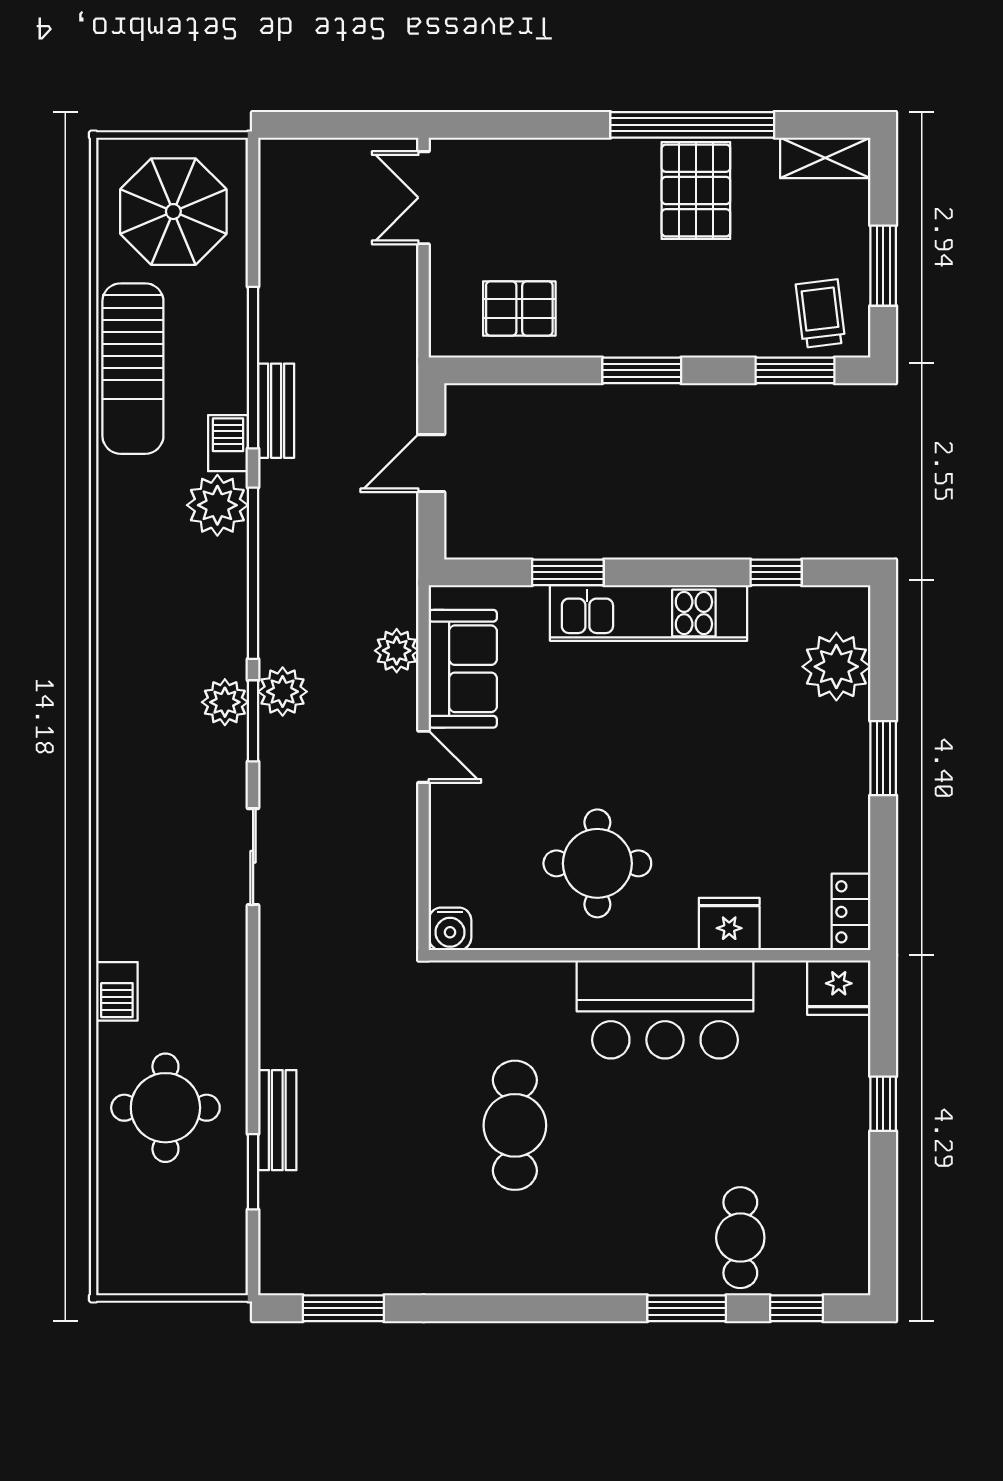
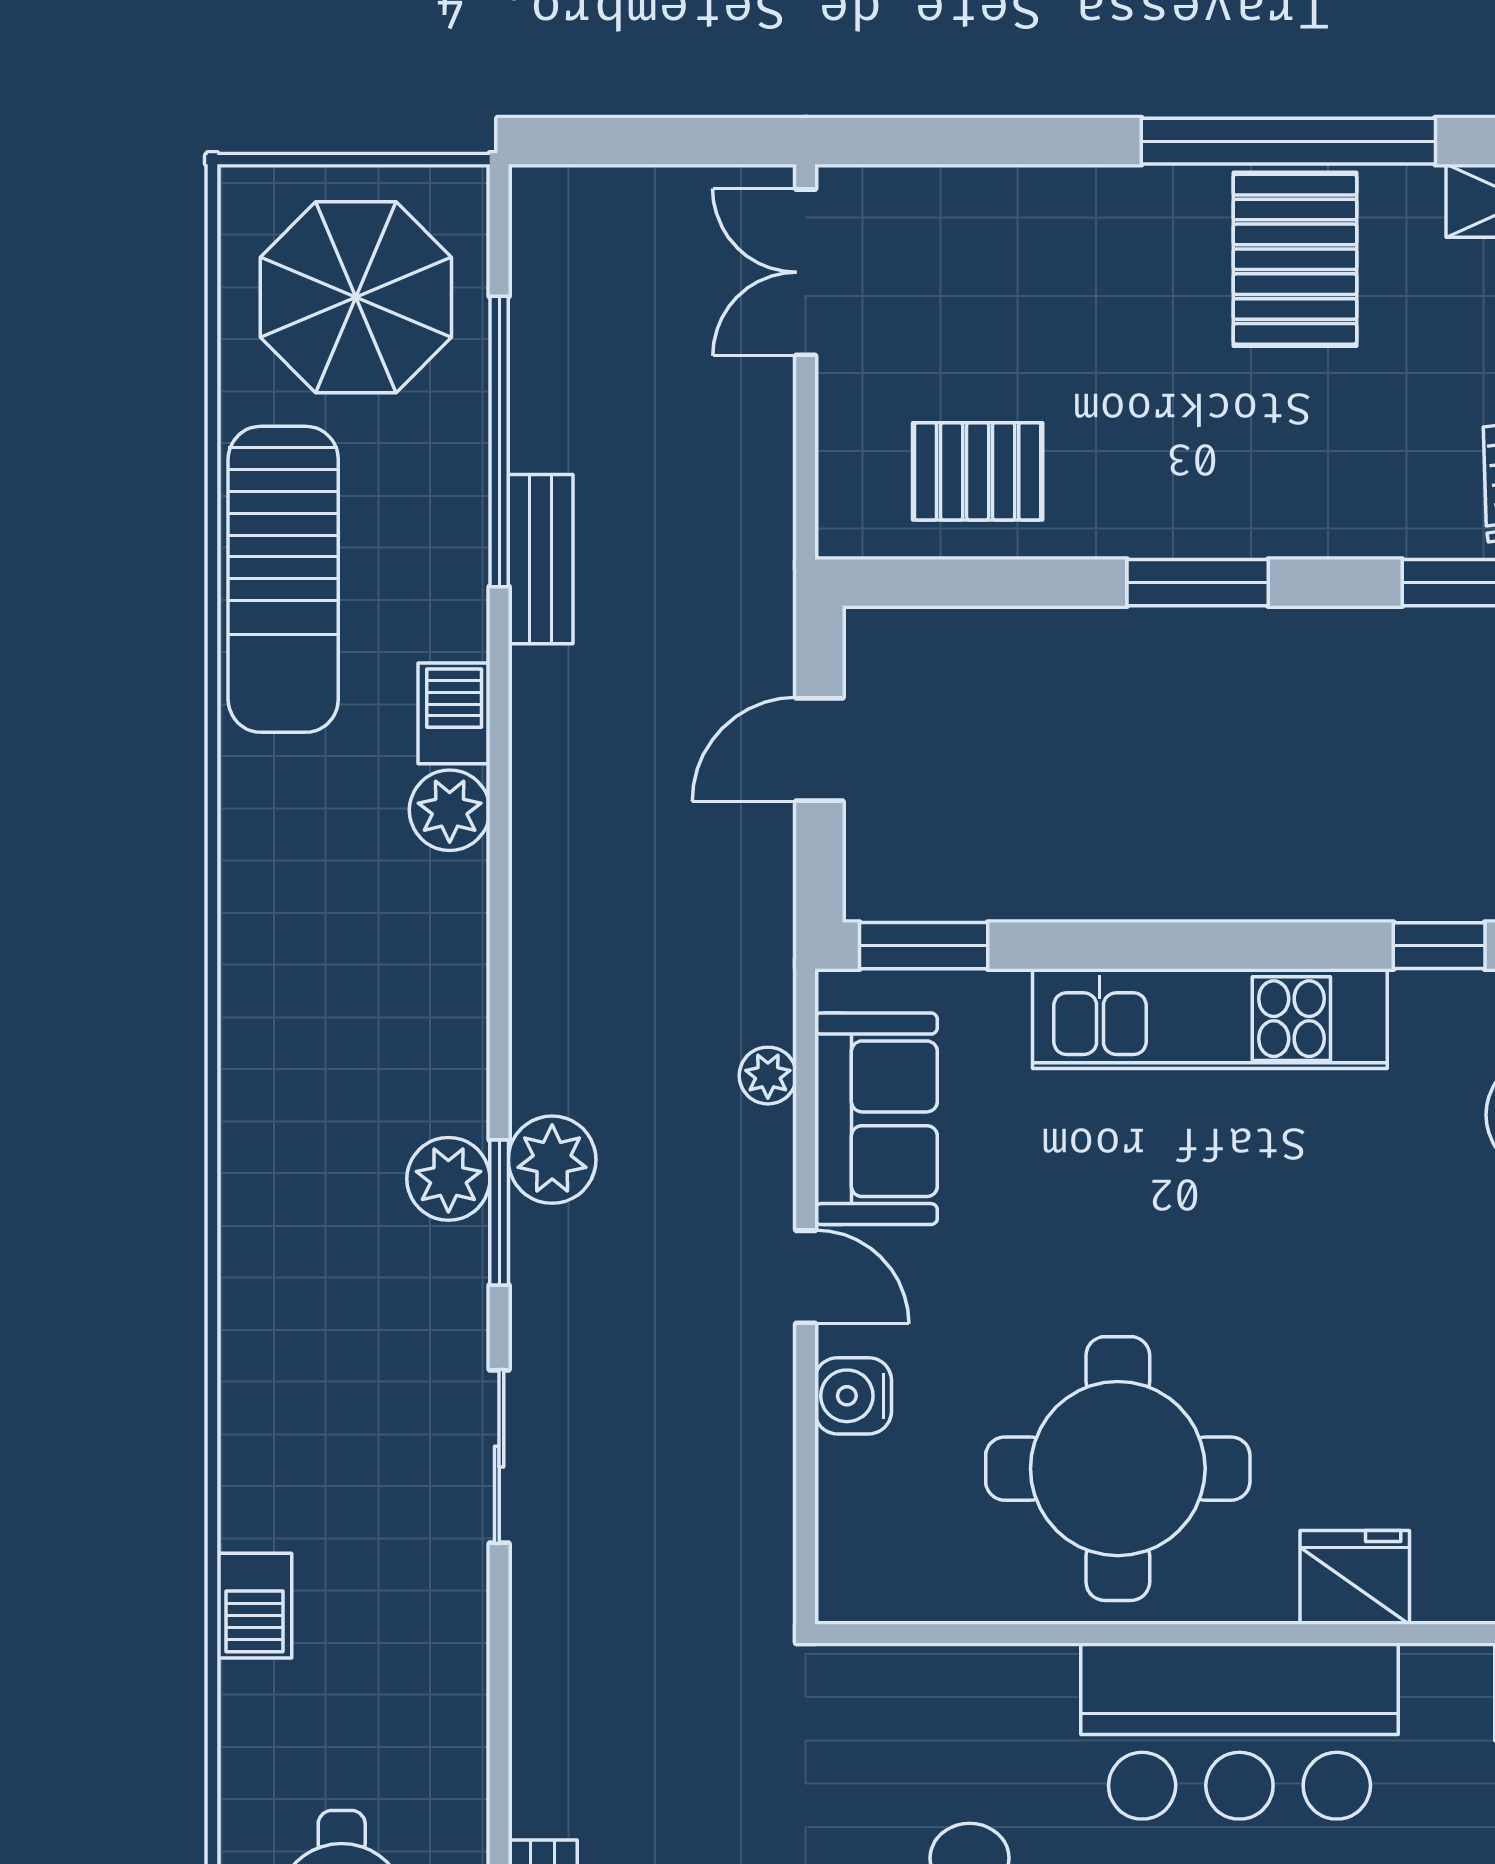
window: (253, 368) -> (499, 441), moved
bench: (276, 411) -> (541, 559), moved
plant: (217, 505) -> (450, 810), width x0.73, depth x0.73
window: (568, 572) -> (924, 946), moved
window: (253, 573) -> (499, 947), removed
plant: (397, 651) -> (768, 1076), width x0.73, depth x0.73
round table: (597, 863) -> (1118, 1469), width x1.36, depth x1.36
water cooler: (450, 929) -> (853, 1396), moved, turned 90
barbecue: (117, 991) -> (254, 1606), moved

